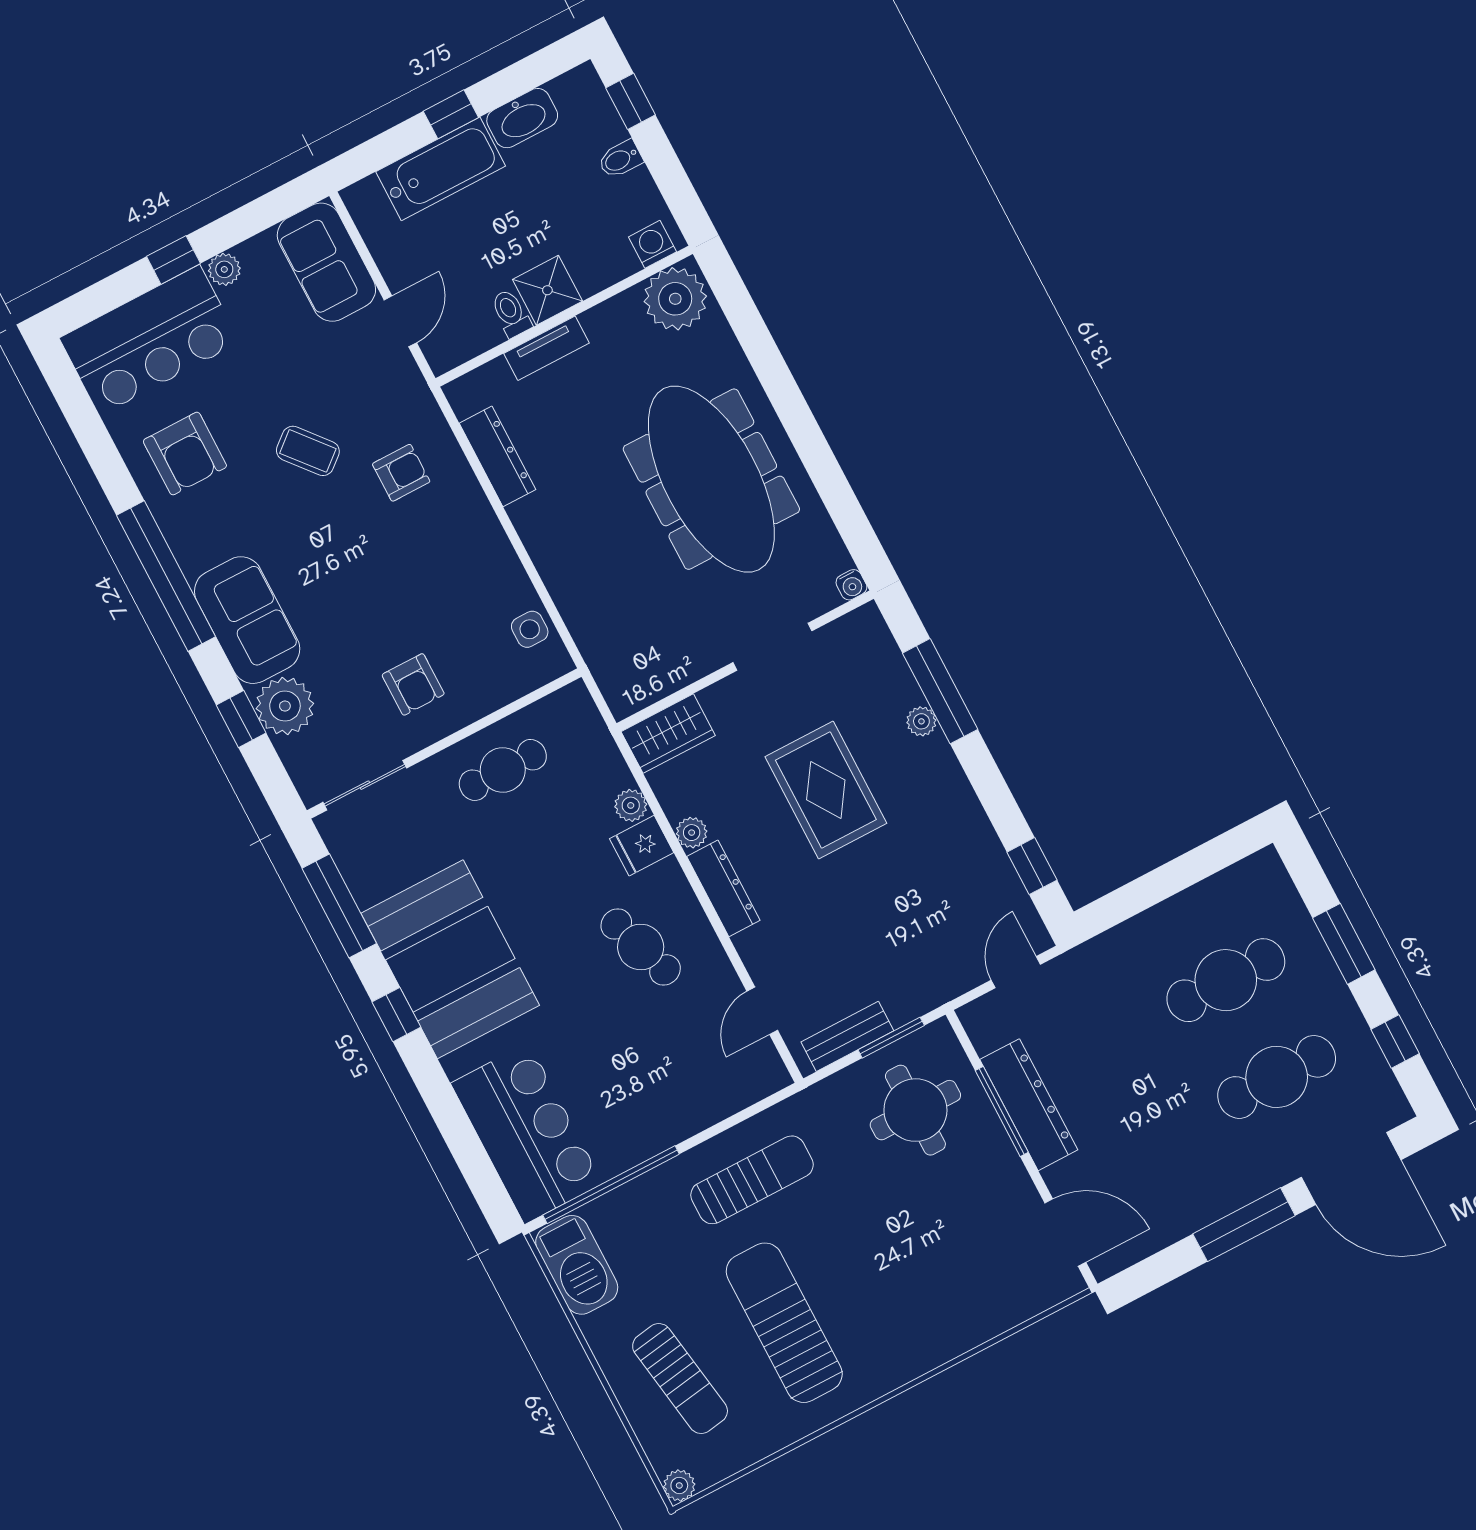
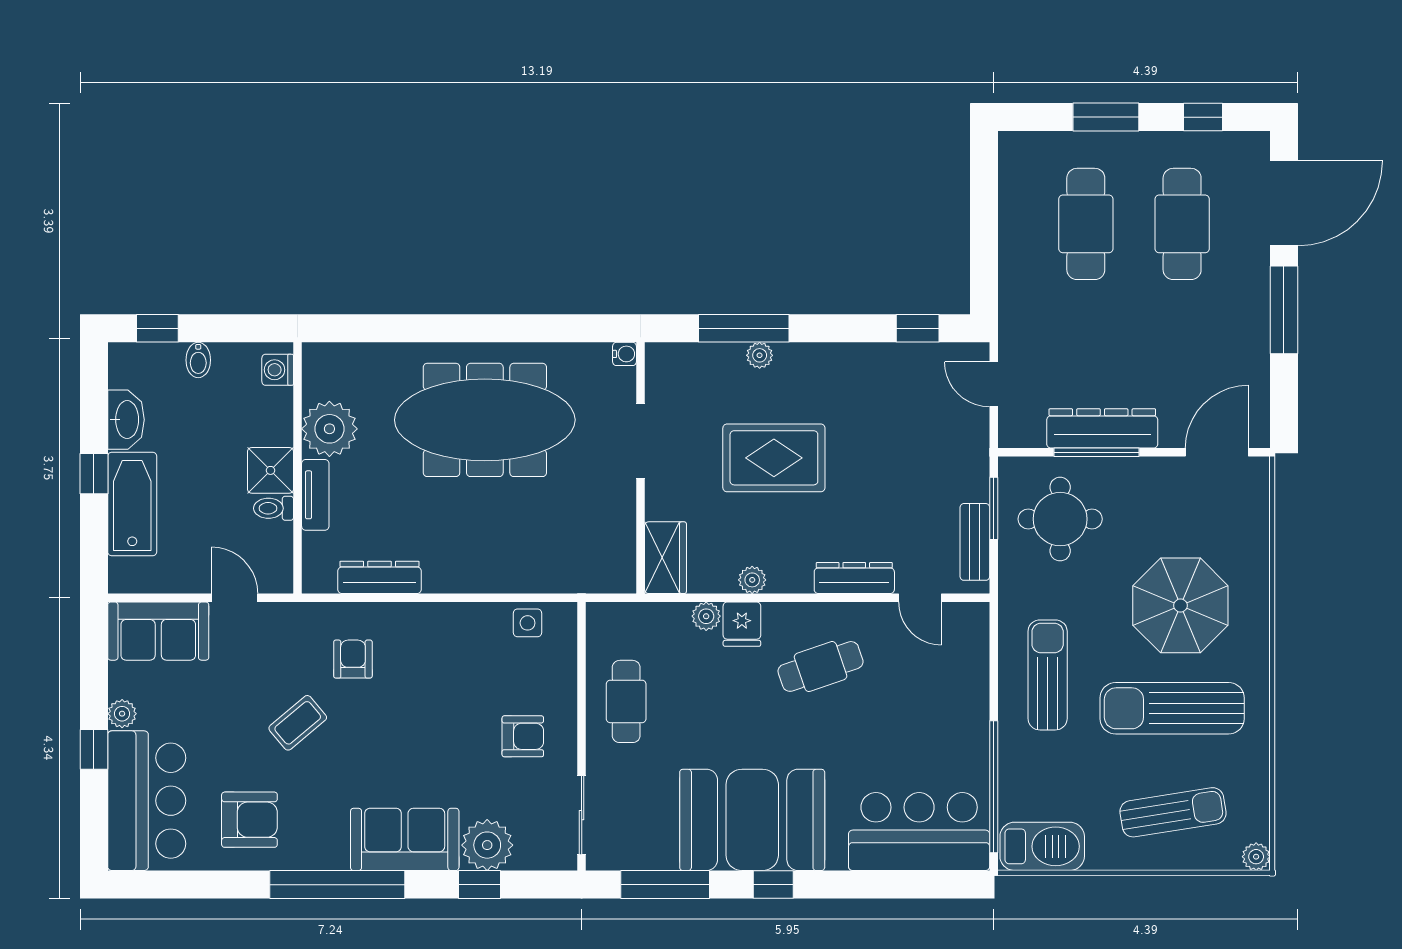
plant: (675, 299) -> (329, 429), moved
dresser: (723, 888) -> (854, 578), moved
parasol: (892, 1277) -> (1180, 605), added

